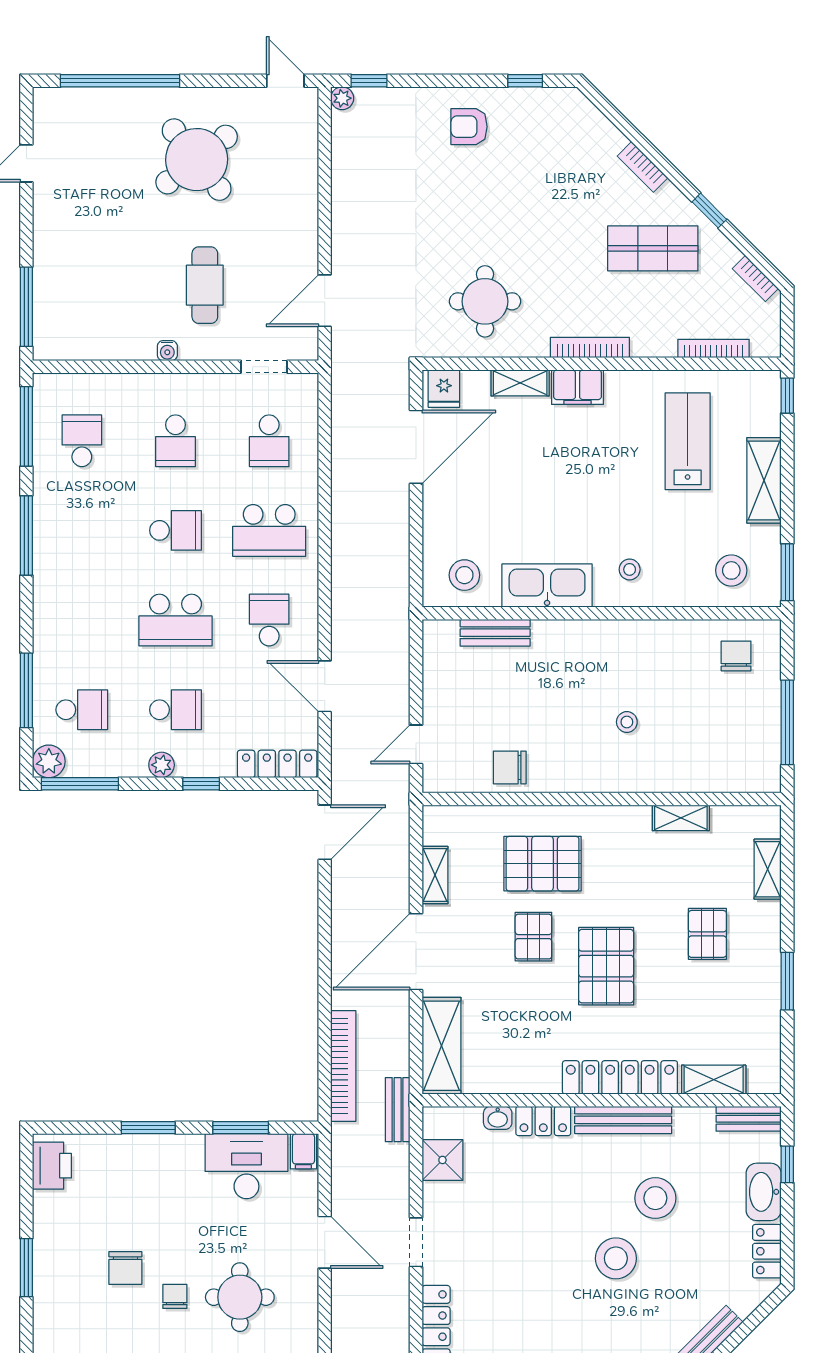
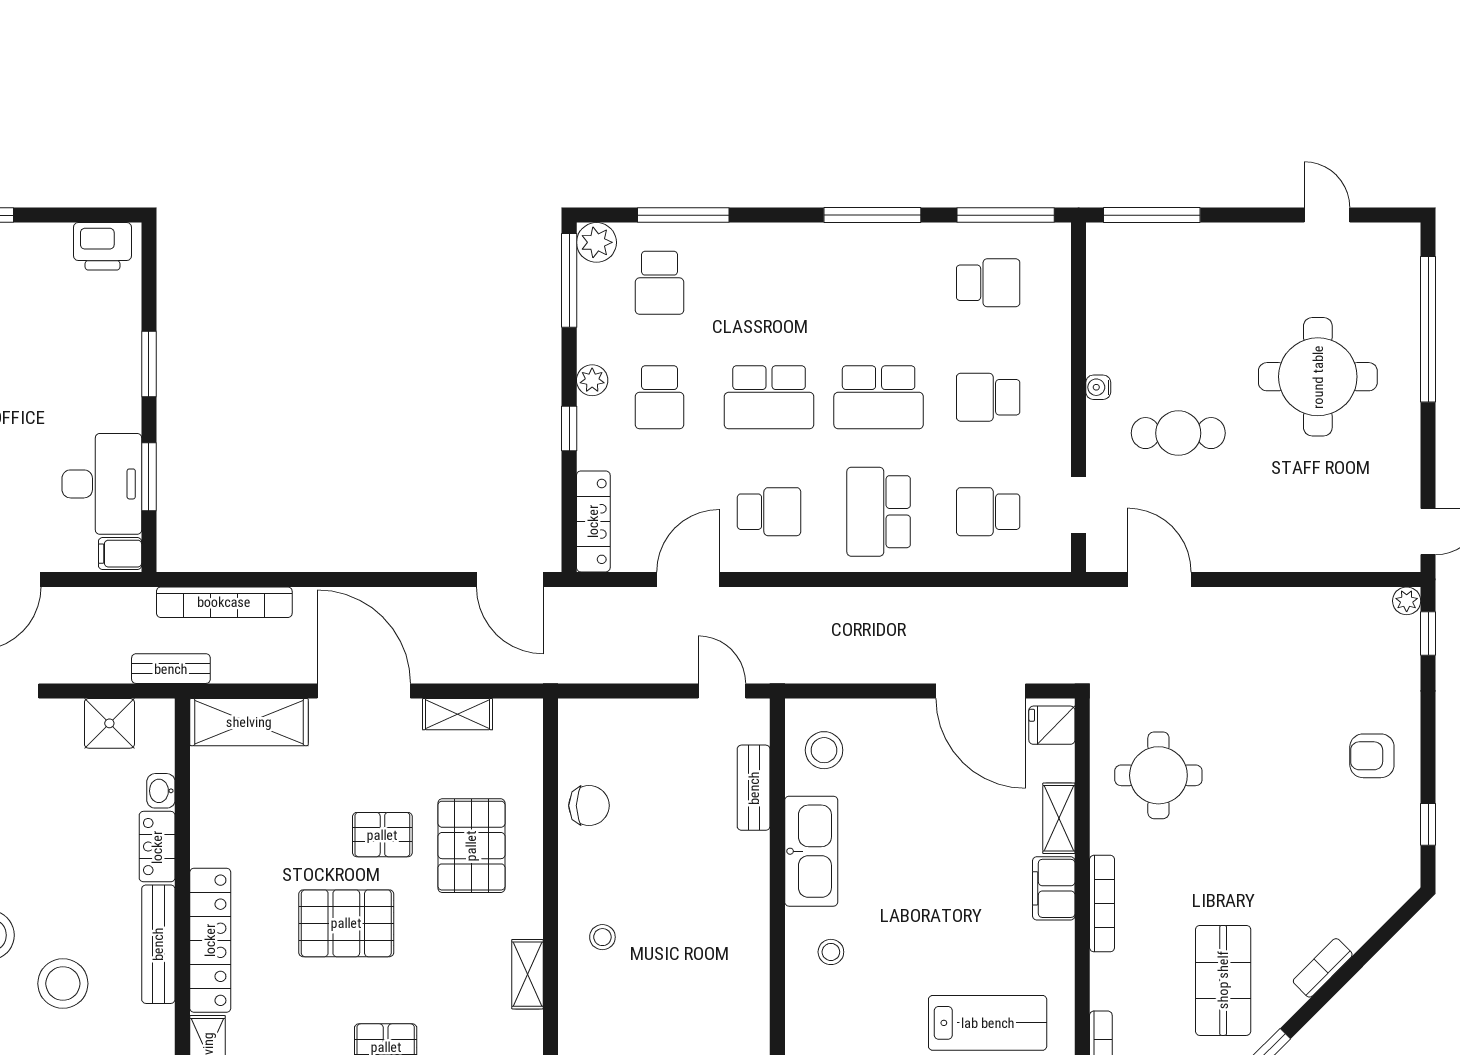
armchair: (469, 127) -> (1372, 756), turned -90
round table: (197, 160) -> (1318, 377), moved, turned 38
school desk: (176, 530) -> (879, 397), width x1.85
school desk: (176, 620) -> (769, 397), turned -90
stool: (627, 722) -> (602, 937), moved
door: (416, 744) -> (722, 691), moved
chair: (510, 767) -> (589, 806), turned 90
shelving: (681, 818) -> (527, 974), moved

